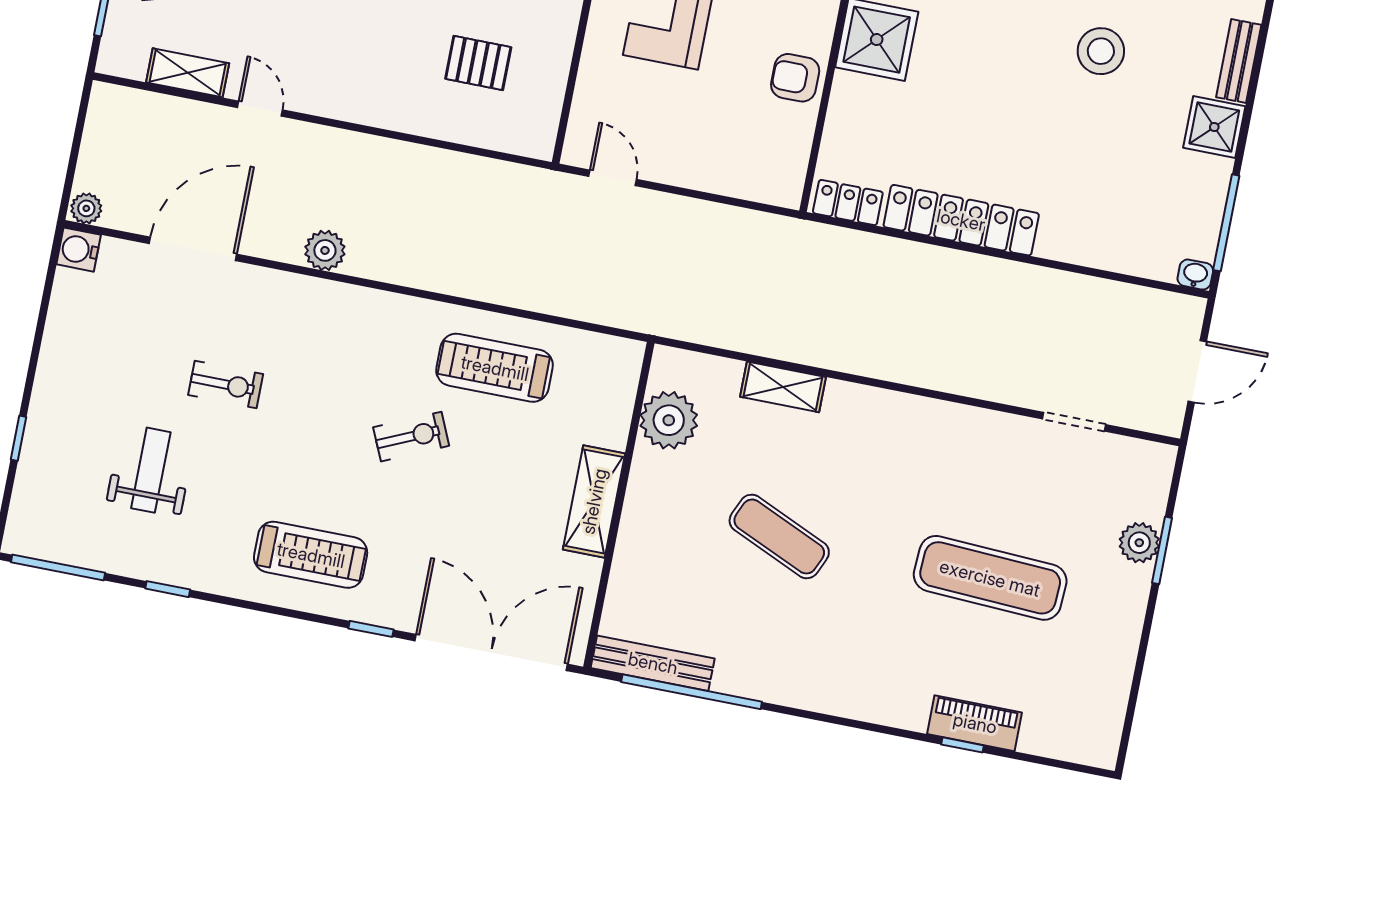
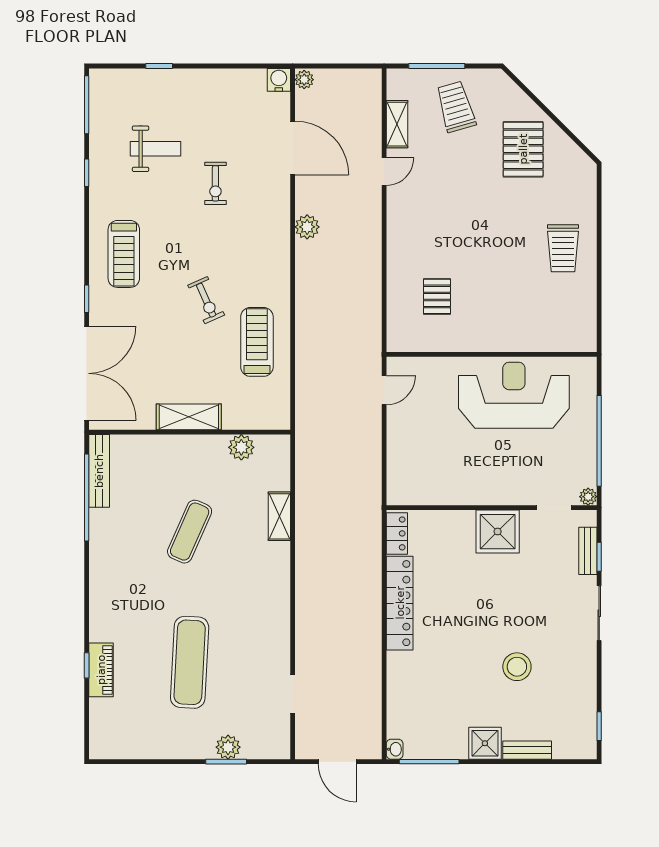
armchair: (795, 78) -> (465, 487), removed
plant: (669, 420) -> (241, 447), width x0.73, depth x0.73

